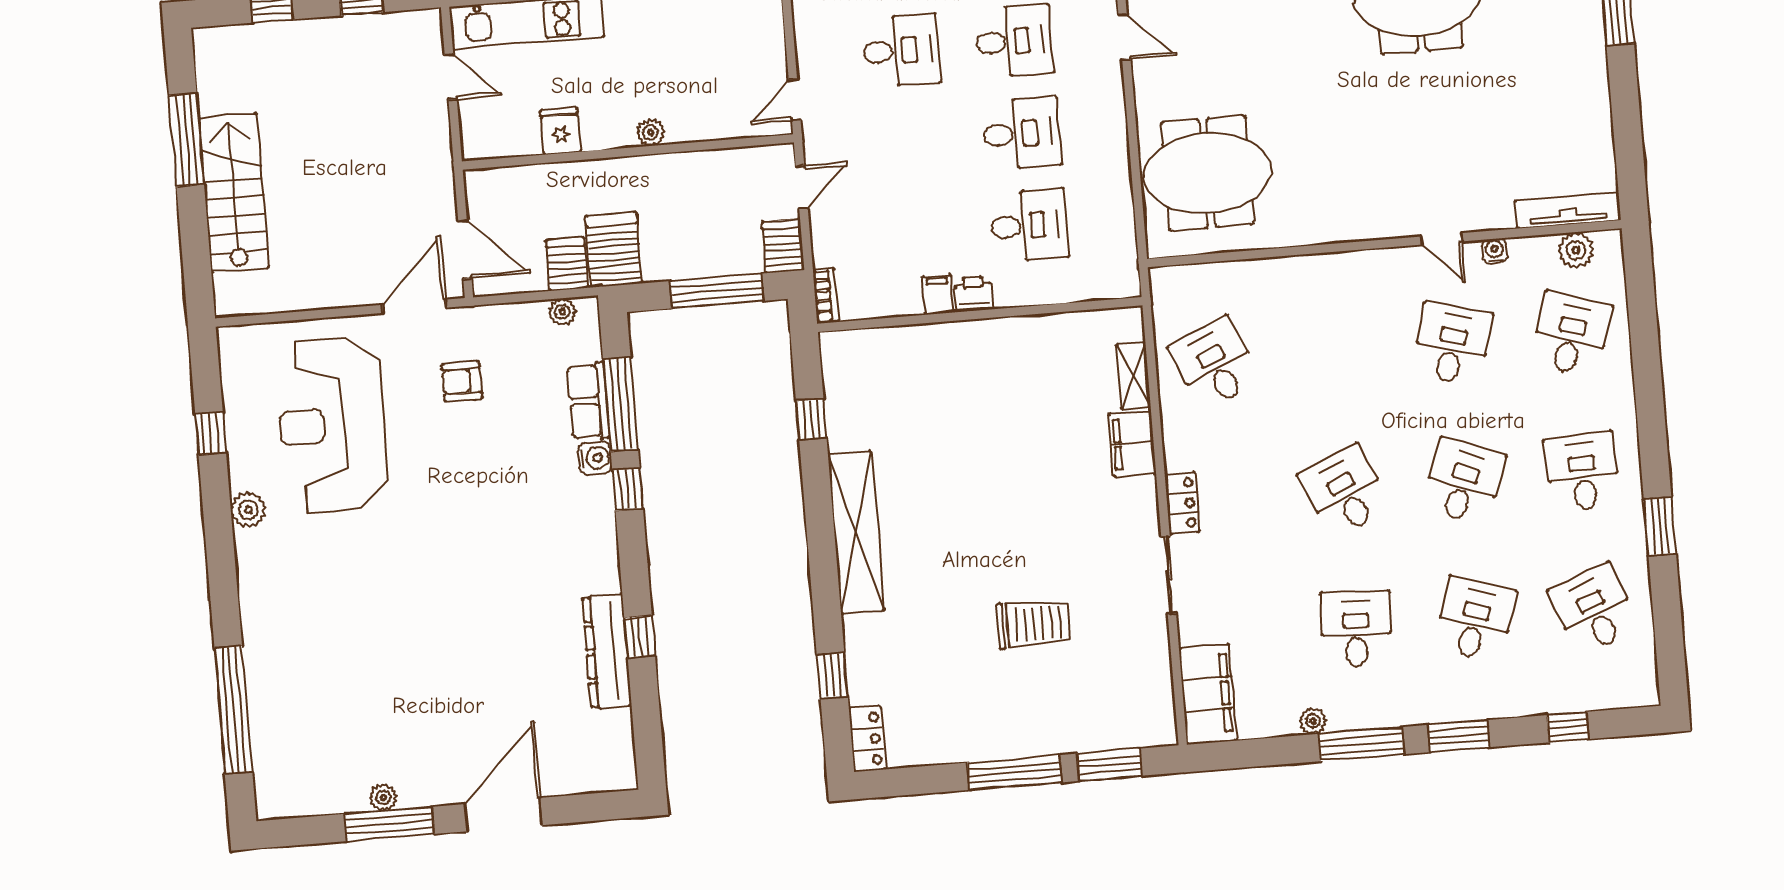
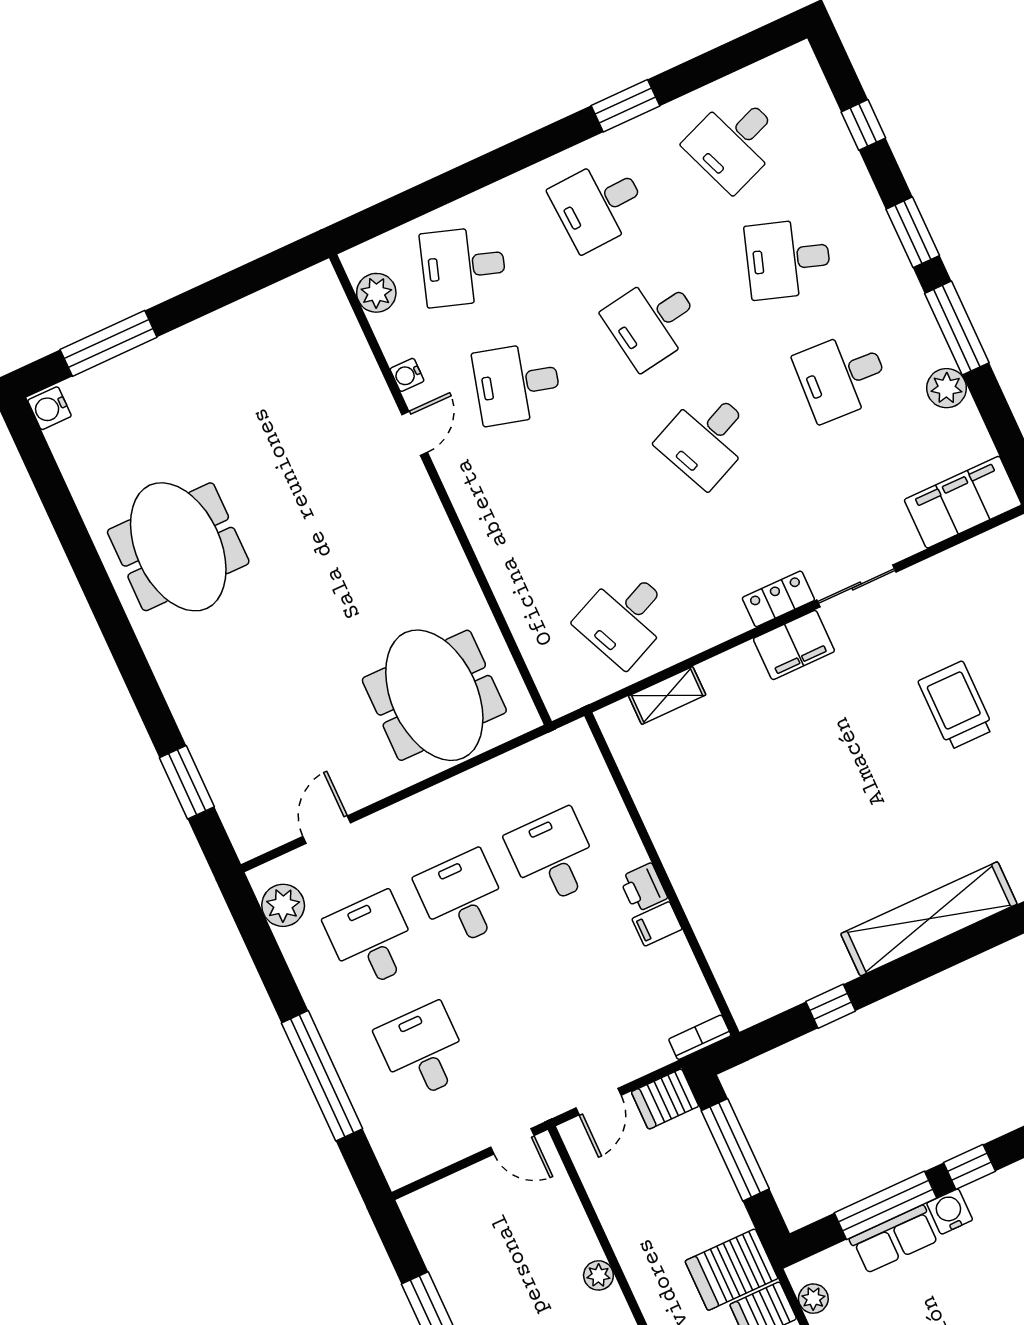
door: (802, 187) -> (599, 1102), swing flipped
tv unit: (1568, 210) -> (339, 316), removed
filing cabinet: (1132, 443) -> (794, 645), moved
desk: (1464, 482) -> (653, 321), turned -30
plant: (1313, 721) -> (947, 388), width x1.38, depth x1.38

